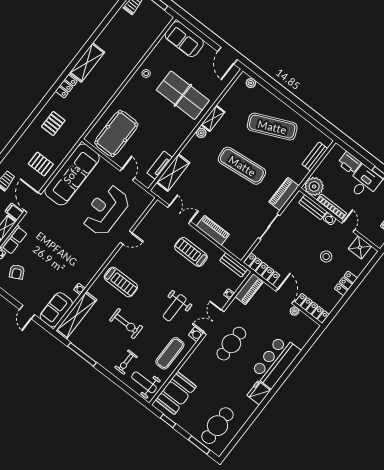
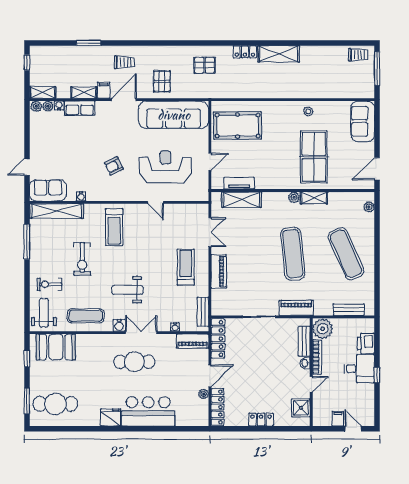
stool: (326, 256) -> (271, 385), removed
armchair: (17, 272) -> (114, 166), moved

